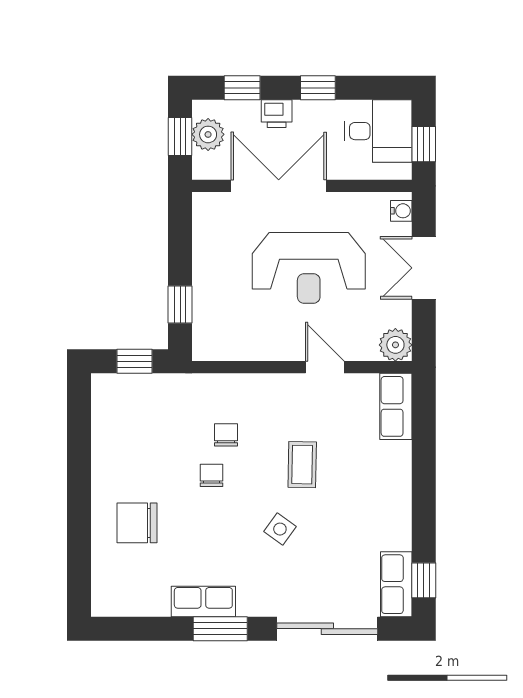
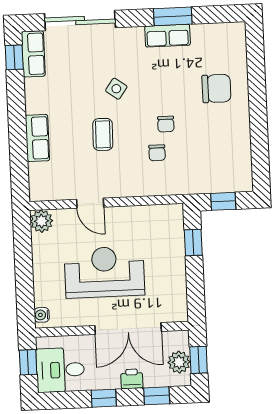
double door: (424, 268) -> (24, 276), removed
row of seats: (396, 406) -> (37, 138), moved
window: (220, 629) -> (173, 16), moved

